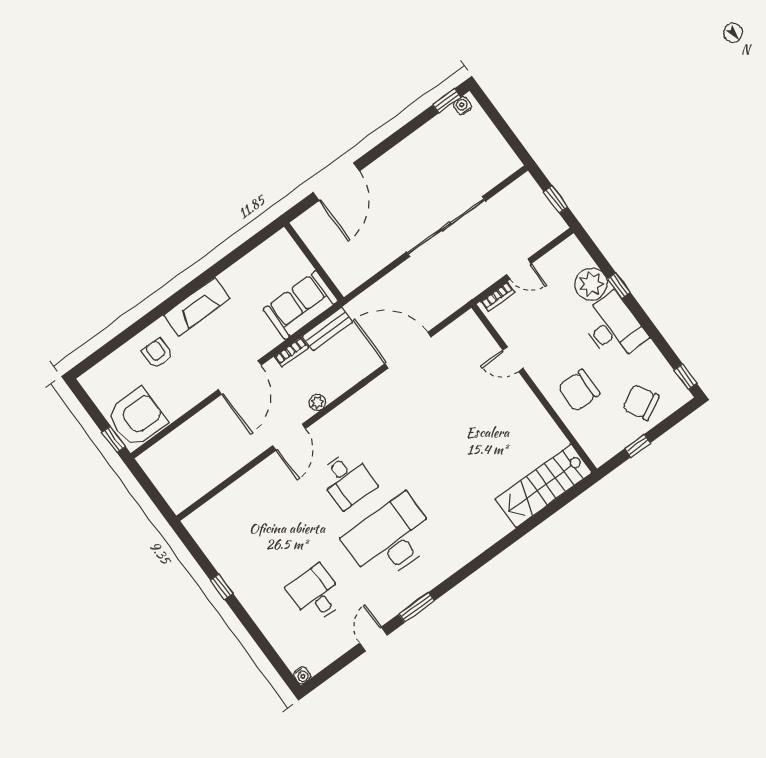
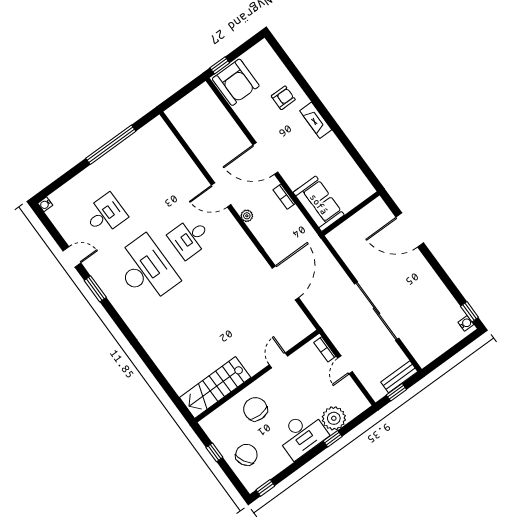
fireplace: (197, 307) -> (316, 120), width x0.73, depth x0.76
bench: (327, 329) -> (399, 377), moved, turned 90
stairs: (543, 486) -> (215, 388), moved, turned -90
window: (222, 587) -> (111, 145), width x3.17

